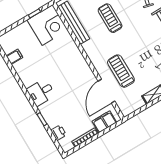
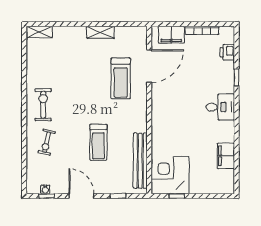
filing cabinet: (14, 57) -> (226, 156), width x2.00

